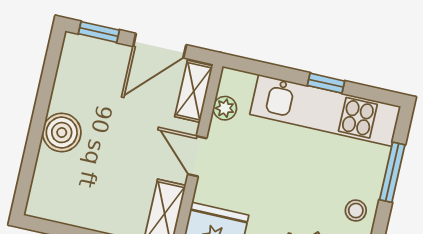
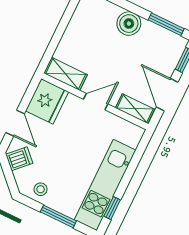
window: (49, 73) -> (166, 24), added
window: (326, 83) -> (112, 208), moved
plant: (225, 108) -> (120, 125), removed

